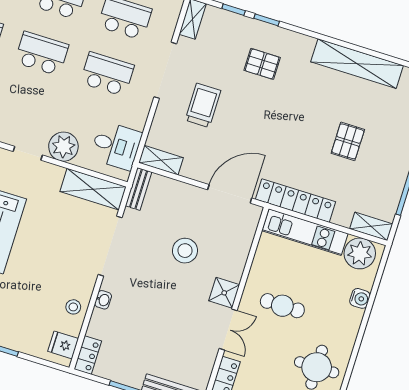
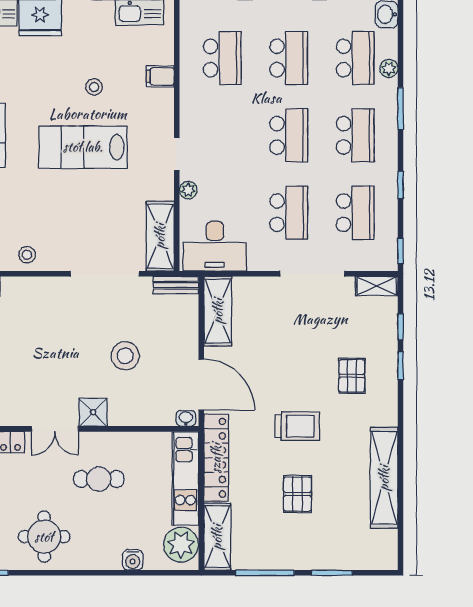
trolley: (203, 105) -> (297, 426), moved
pallet: (348, 141) -> (297, 494), turned 90
desk: (116, 146) -> (215, 246), width x1.37
plant: (63, 147) -> (188, 190), width x0.53, depth x0.53
shelving: (161, 160) -> (218, 311), width x1.50, depth x1.33
shelving: (371, 226) -> (217, 537), width x1.50, depth x1.33
washbasin: (103, 300) -> (186, 418), moved, turned 180
cafe table: (282, 306) -> (99, 479), turned 90

